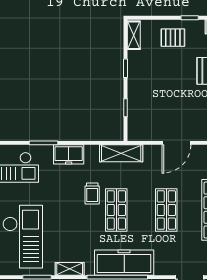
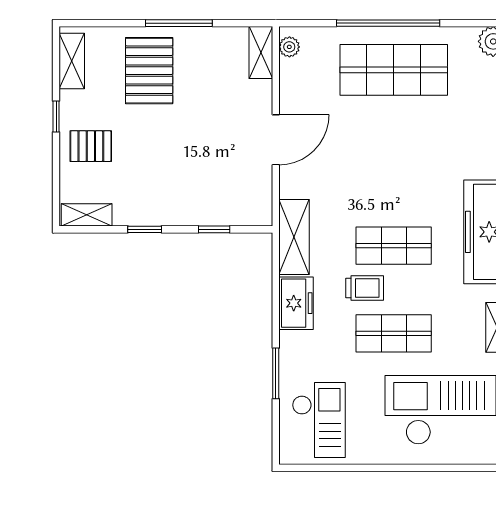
pallet: (173, 38) -> (91, 146), turned 90
door: (177, 143) -> (276, 140), hinge flipped
freezer: (69, 154) -> (296, 303), moved
shop shelf: (166, 210) -> (394, 333), moved

